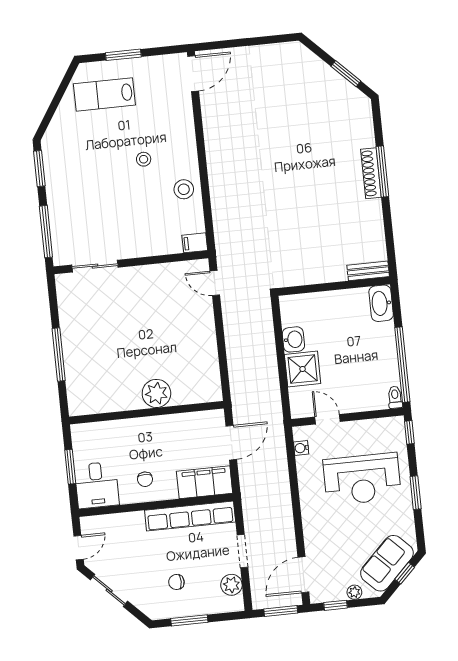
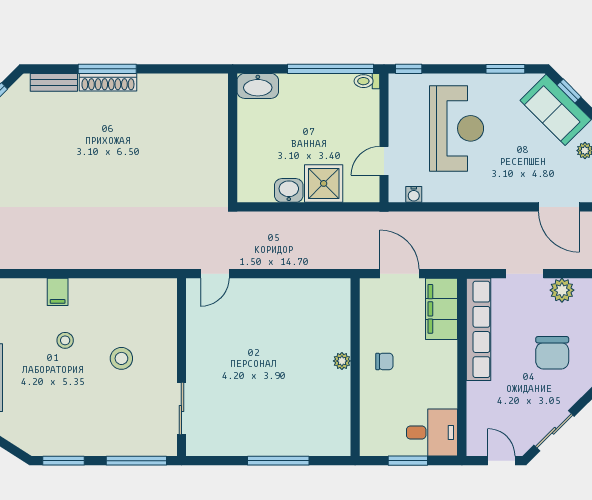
stool: (184, 189) -> (121, 358), moved
filing cabinet: (195, 243) -> (58, 292), moved
bench: (368, 271) -> (54, 82), moved, turned 90
plant: (156, 393) -> (342, 361), width x0.53, depth x0.53
chair: (145, 479) -> (384, 361), moved
window: (416, 493) -> (505, 69), moved
chair: (176, 582) -> (552, 353), width x1.87, depth x1.87

